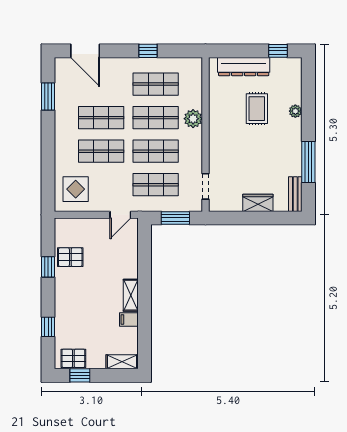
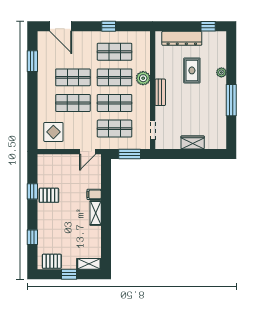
window: (308, 162) -> (231, 100), moved
bench: (295, 194) -> (160, 92), moved
pallet: (70, 257) -> (49, 195), moved
filing cabinet: (129, 319) -> (94, 194), moved
window: (80, 375) -> (69, 274), moved

